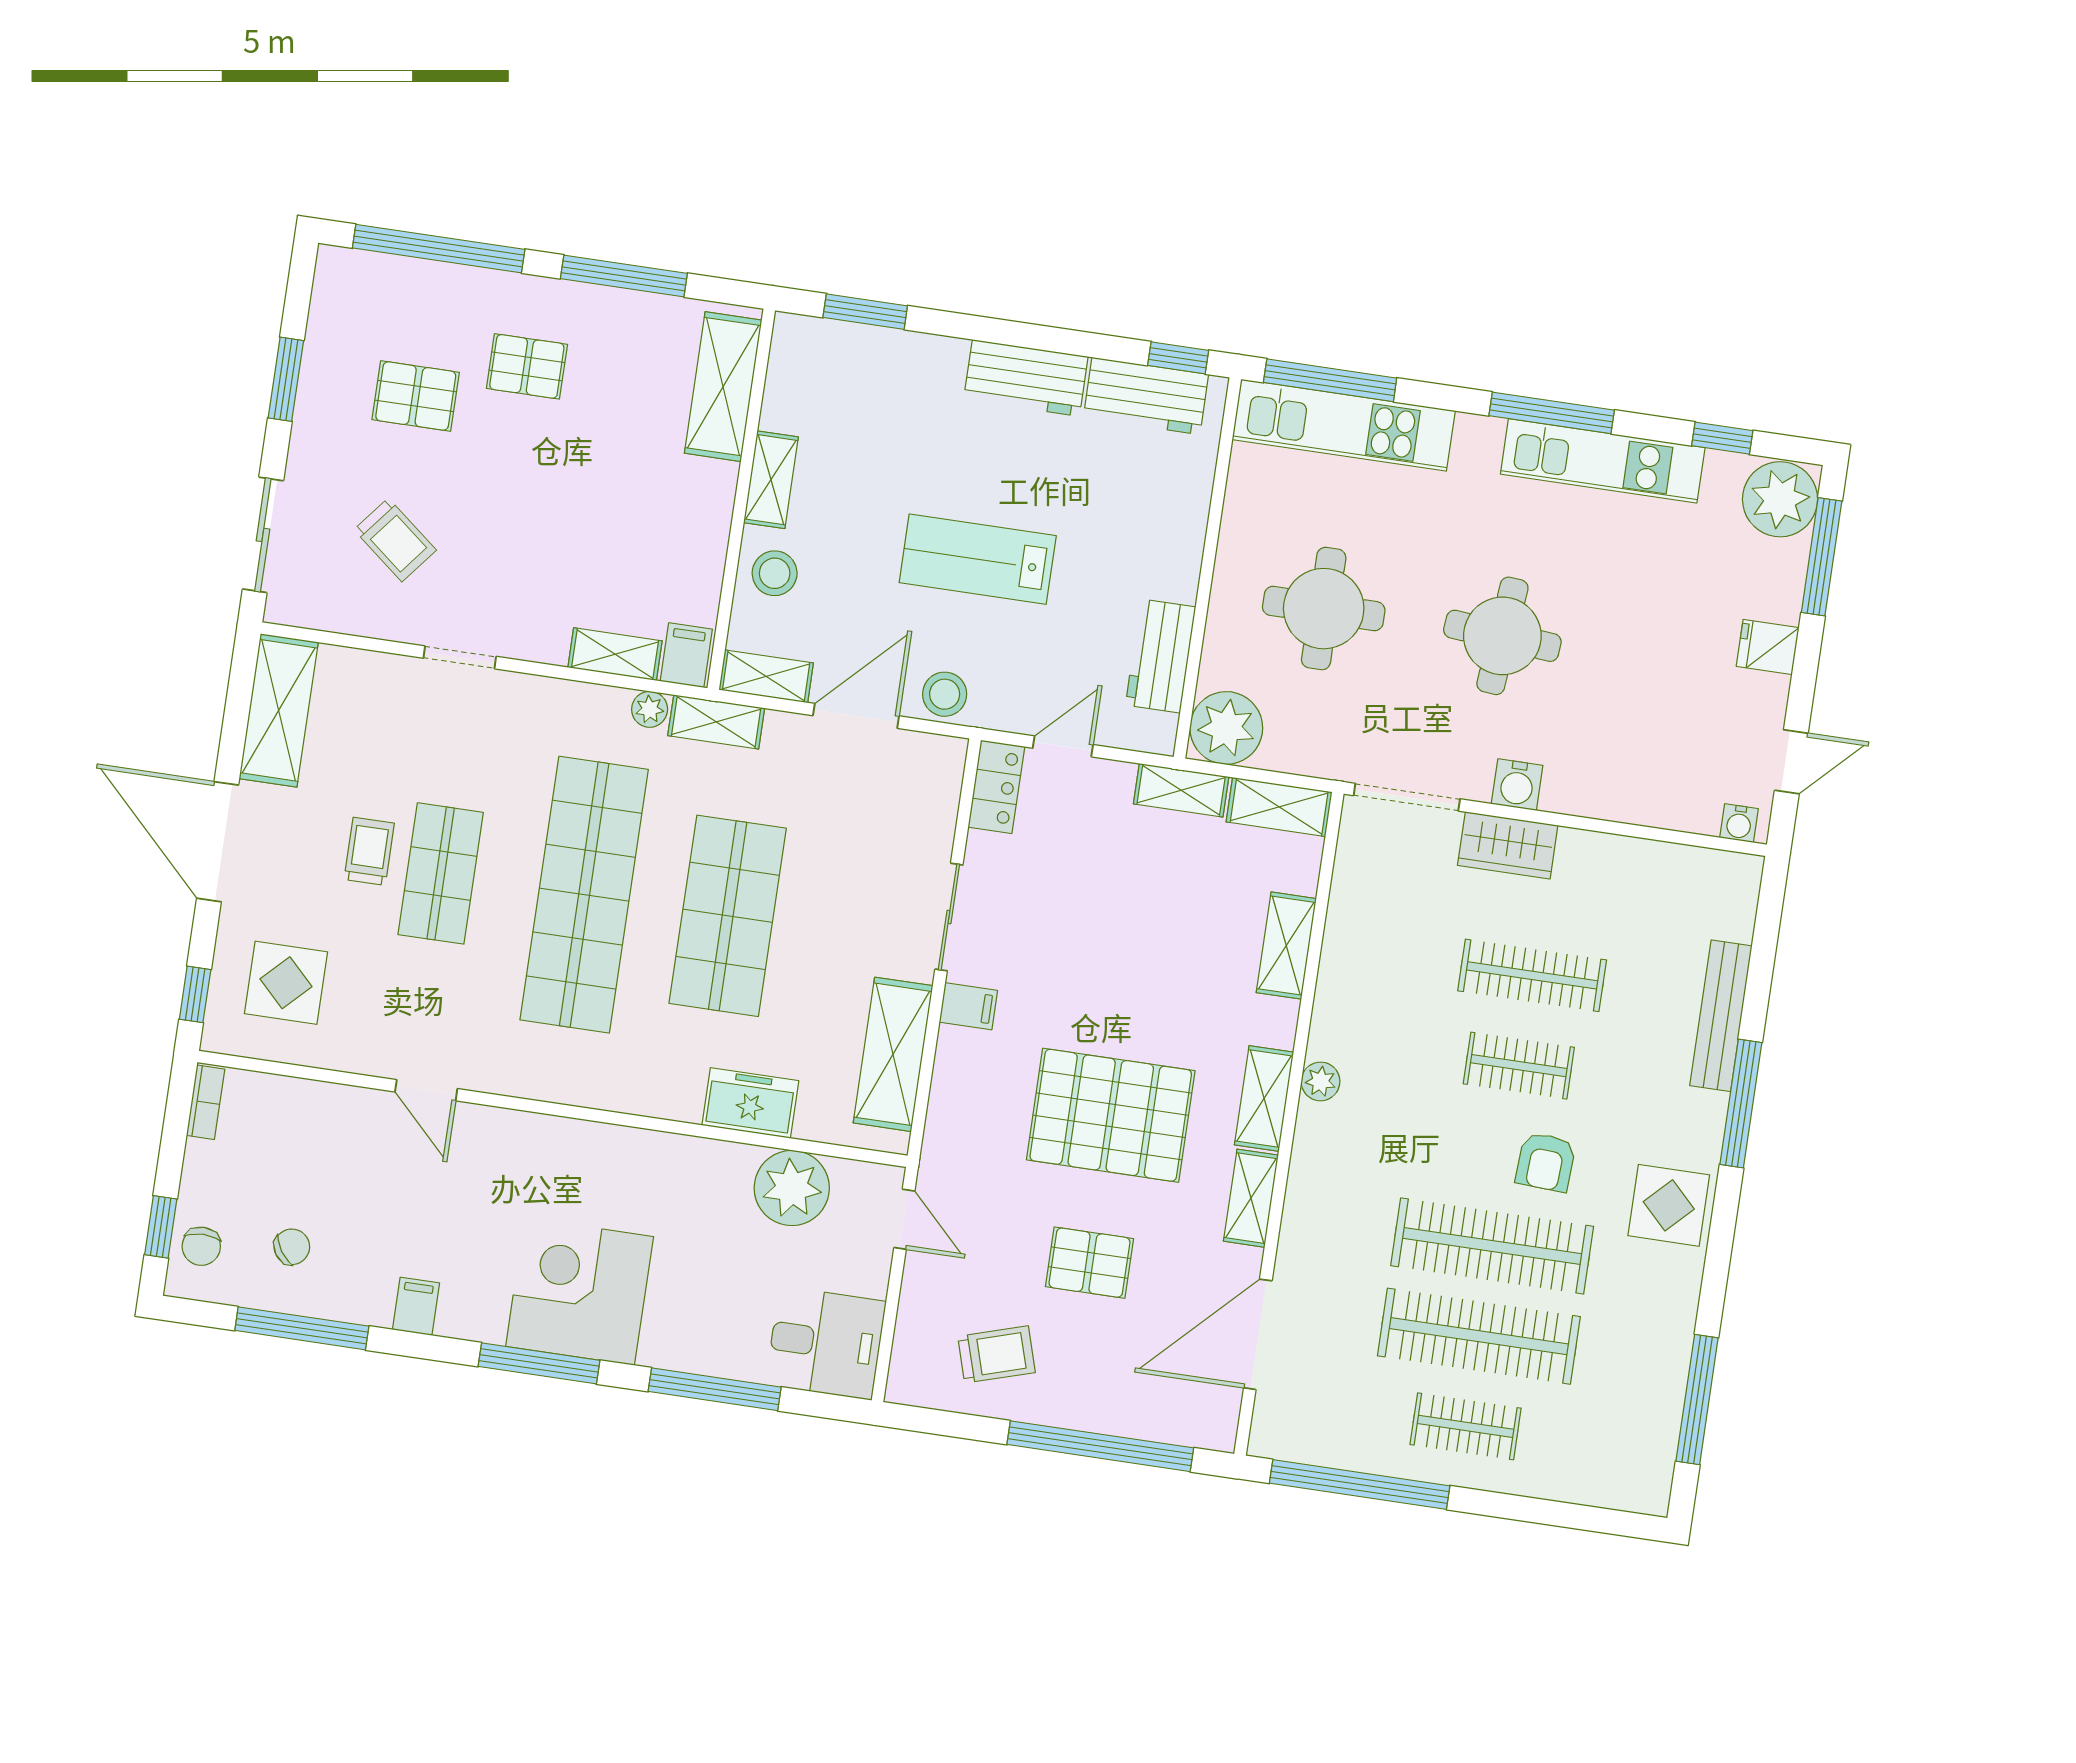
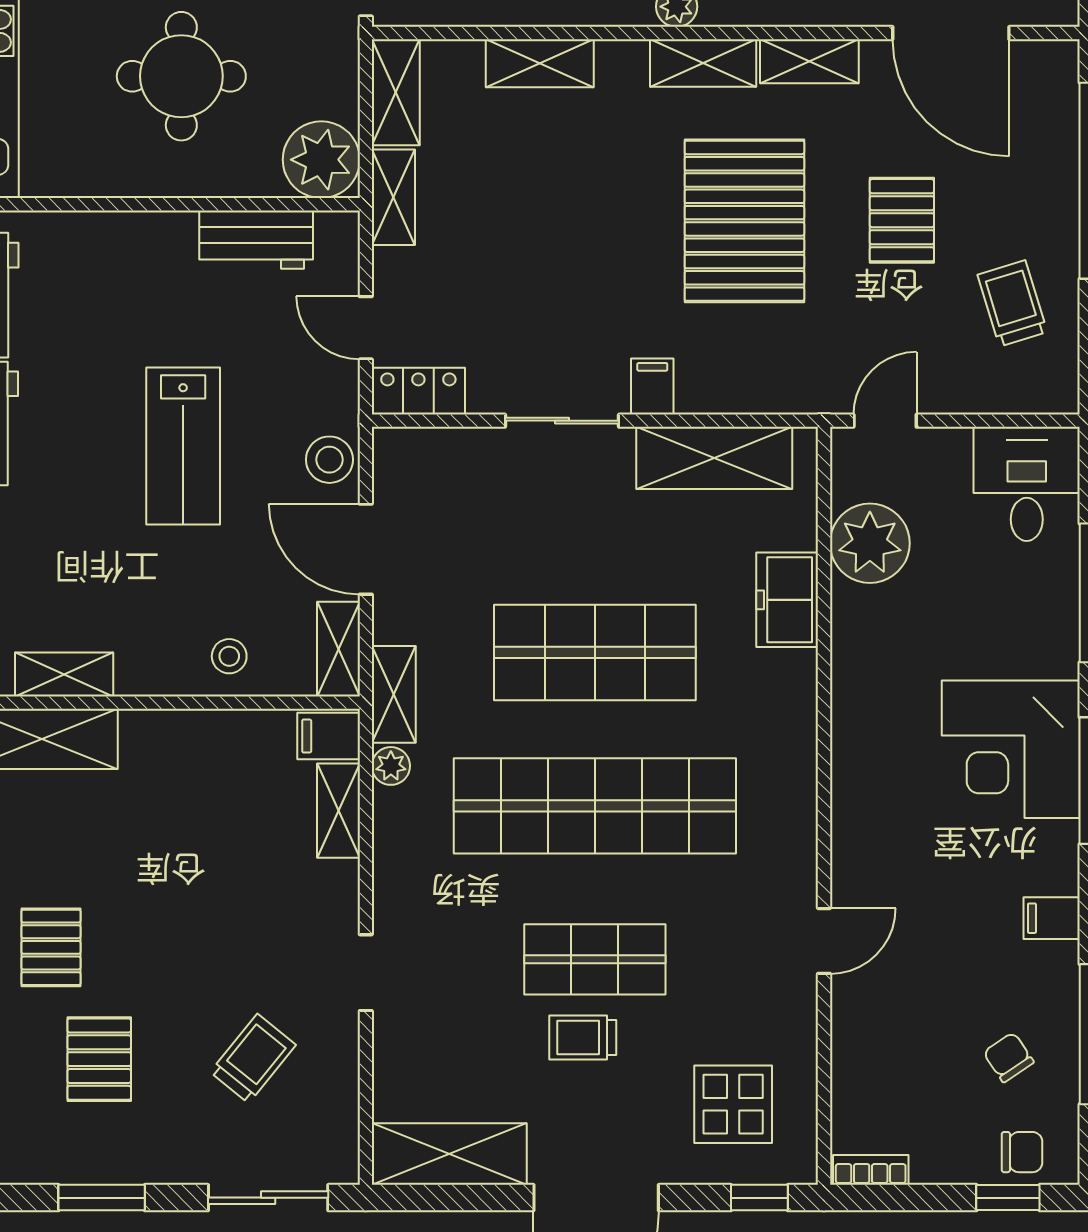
shelving: (771, 480) -> (64, 675), moved
stool: (775, 573) -> (229, 656), width x0.73, depth x0.73

